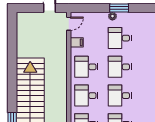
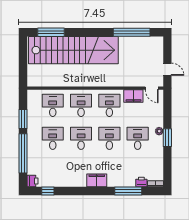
filing cabinet: (77, 42) -> (133, 96), width x2.00
window: (12, 44) -> (132, 32), added

